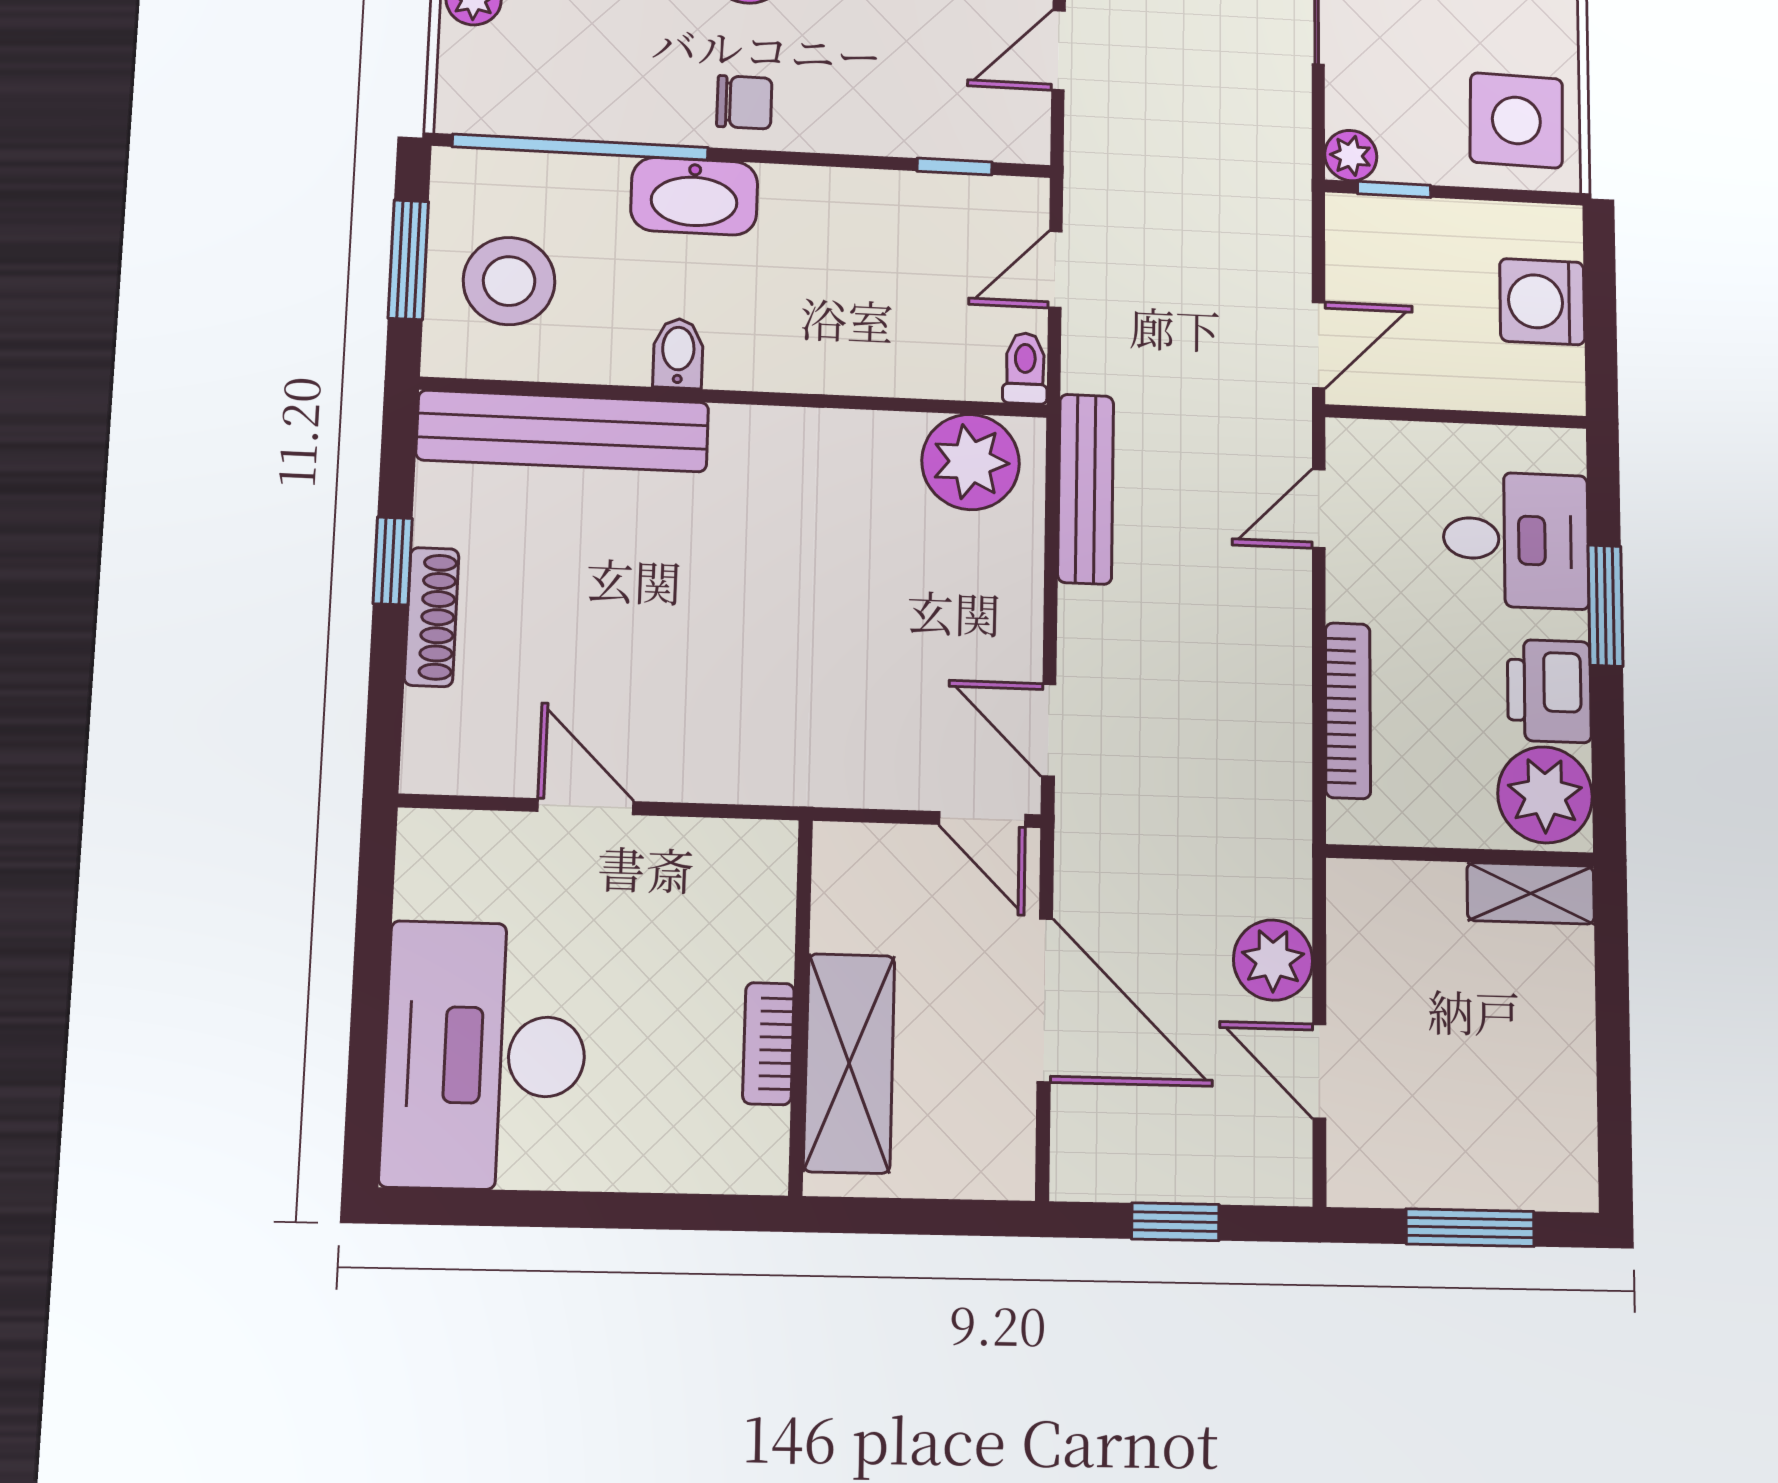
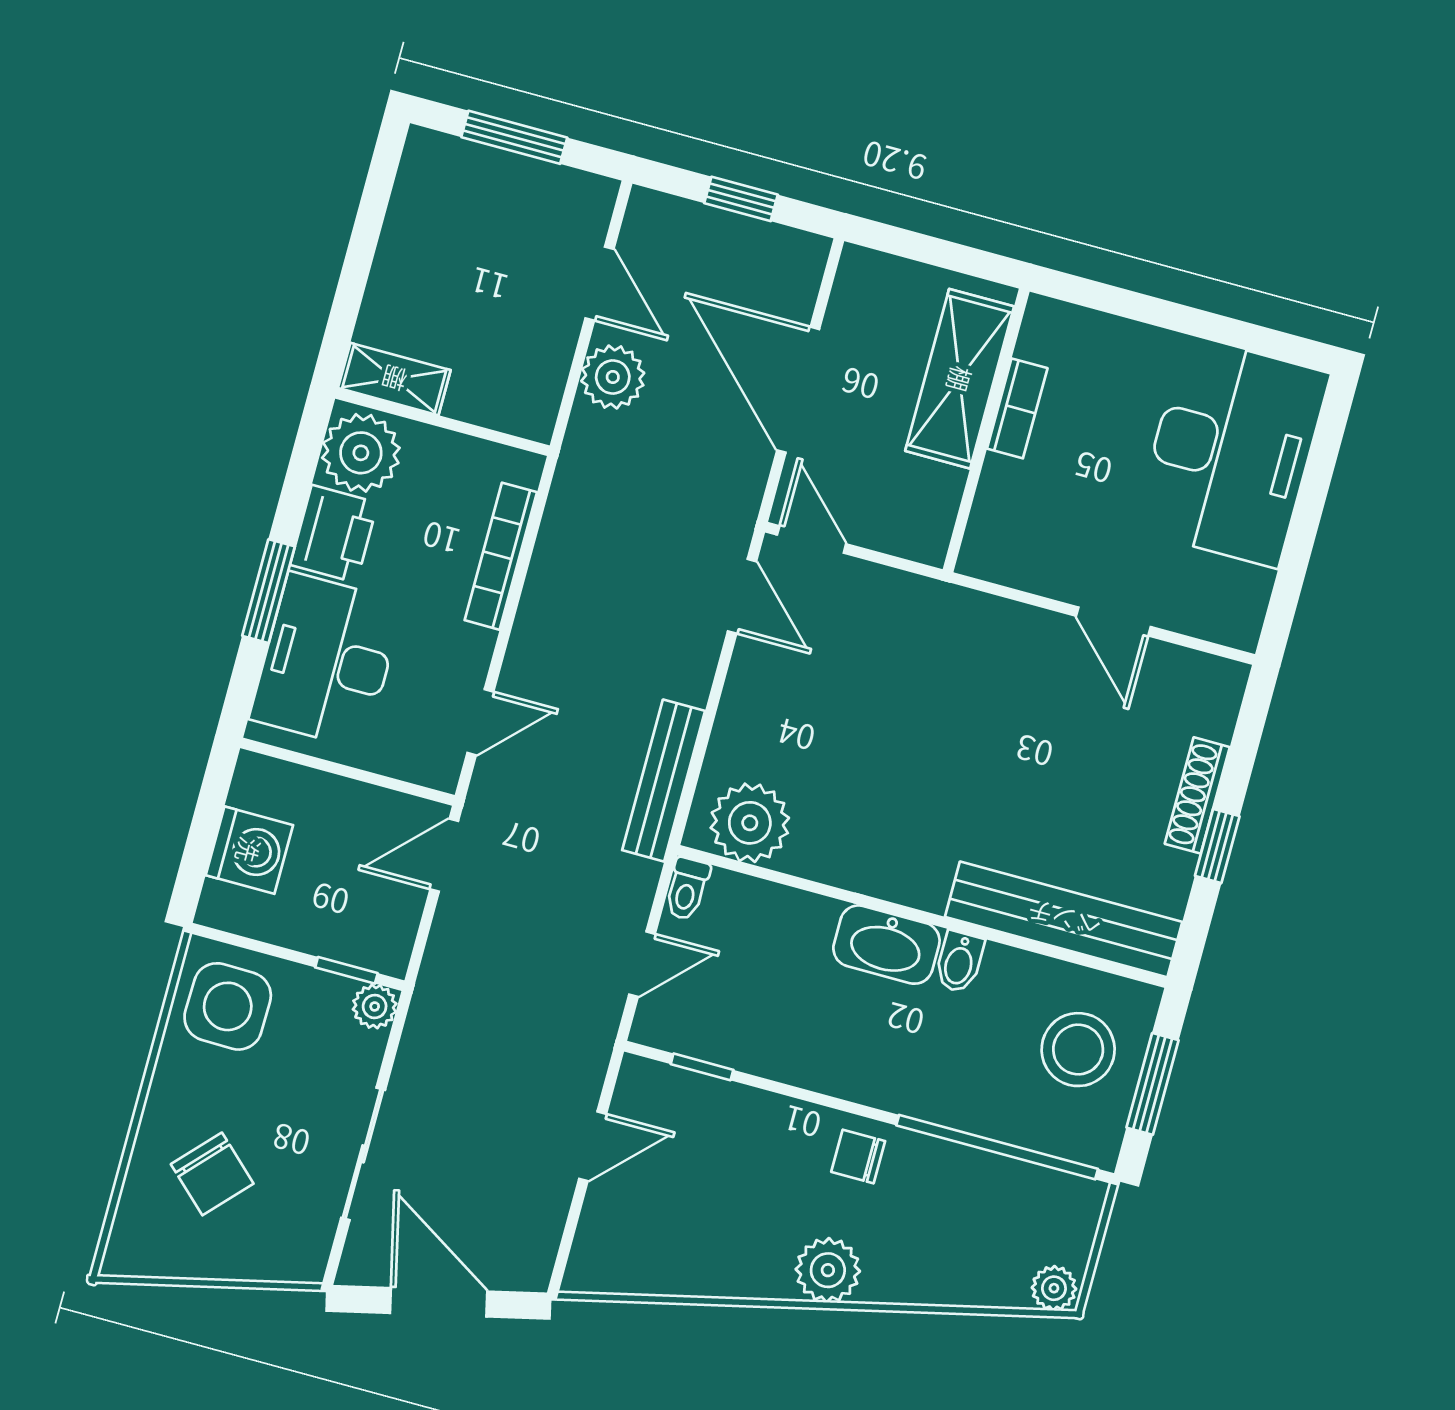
washbasin: (694, 196) -> (886, 945), moved, turned 180
desk: (1516, 540) -> (327, 661), width x1.37

